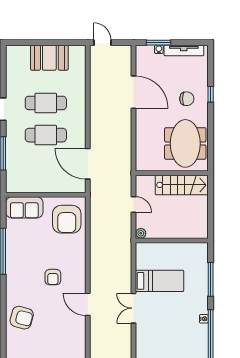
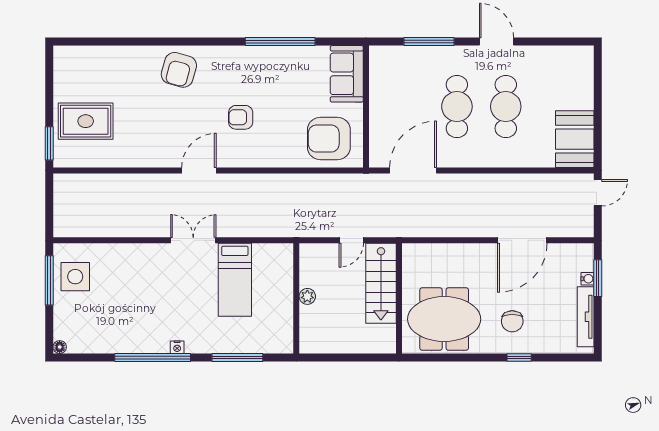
booth: (49, 58) -> (575, 139), moved
stairs: (182, 185) -> (381, 283), moved
plant: (141, 233) -> (307, 296), moved

